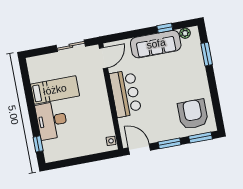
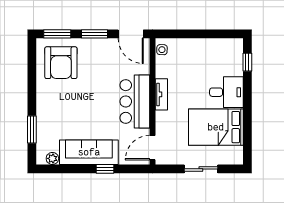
window: (165, 28) -> (105, 169), moved
sliding door: (71, 46) -> (201, 169), moved
bed: (55, 90) -> (216, 127), width x1.50
tv unit: (104, 104) -> (161, 94), added
desk: (52, 120) -> (226, 92), width x0.73

